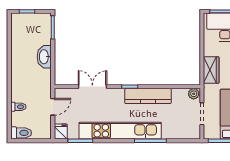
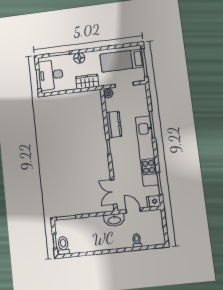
washbasin: (44, 57) -> (114, 220), moved
double door: (92, 87) -> (114, 192), moved
kitchen counter: (148, 96) -> (114, 125), width x0.67
toilet: (21, 133) -> (63, 246), moved

